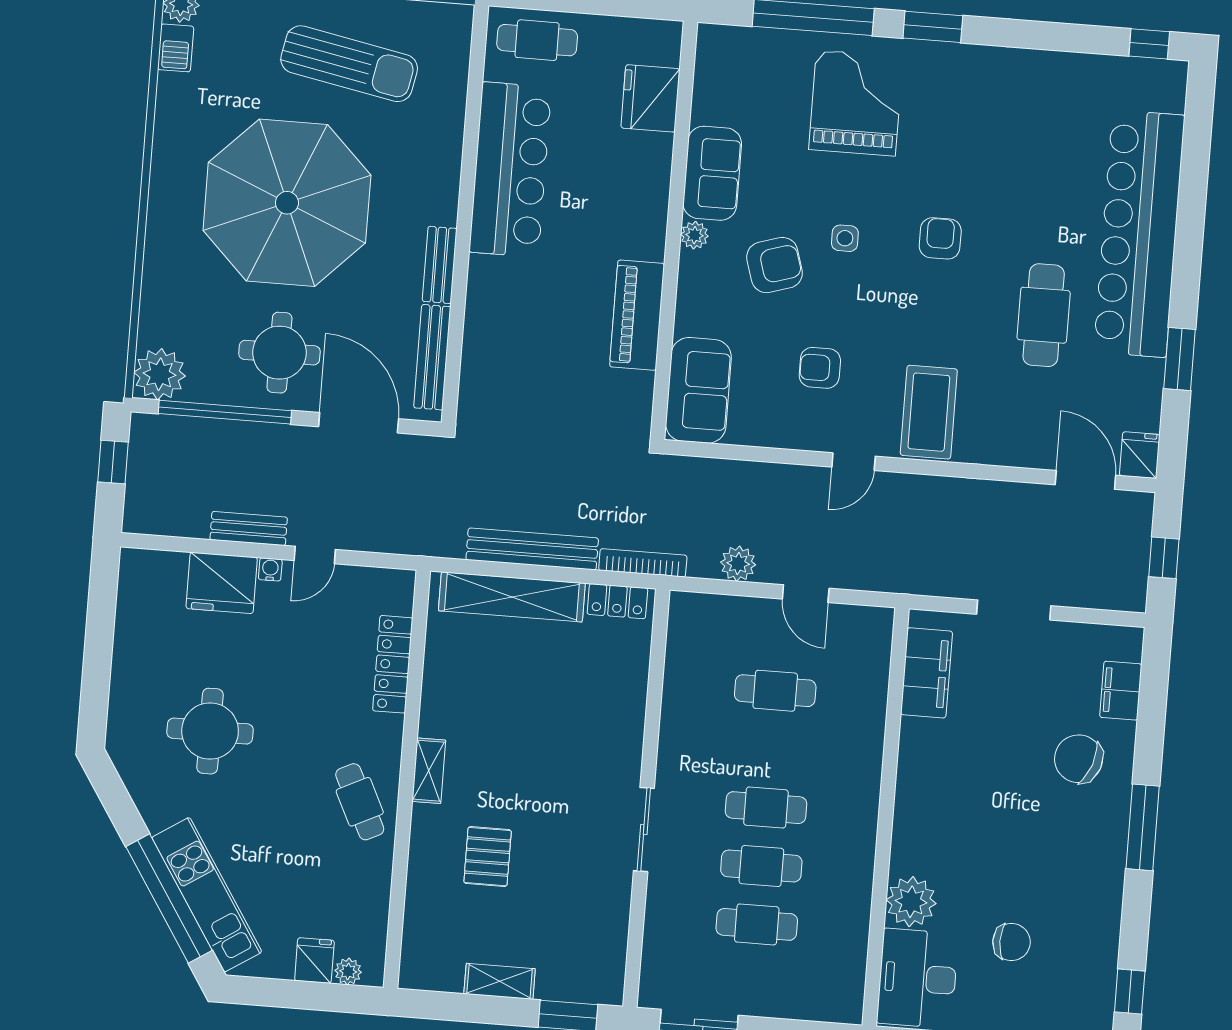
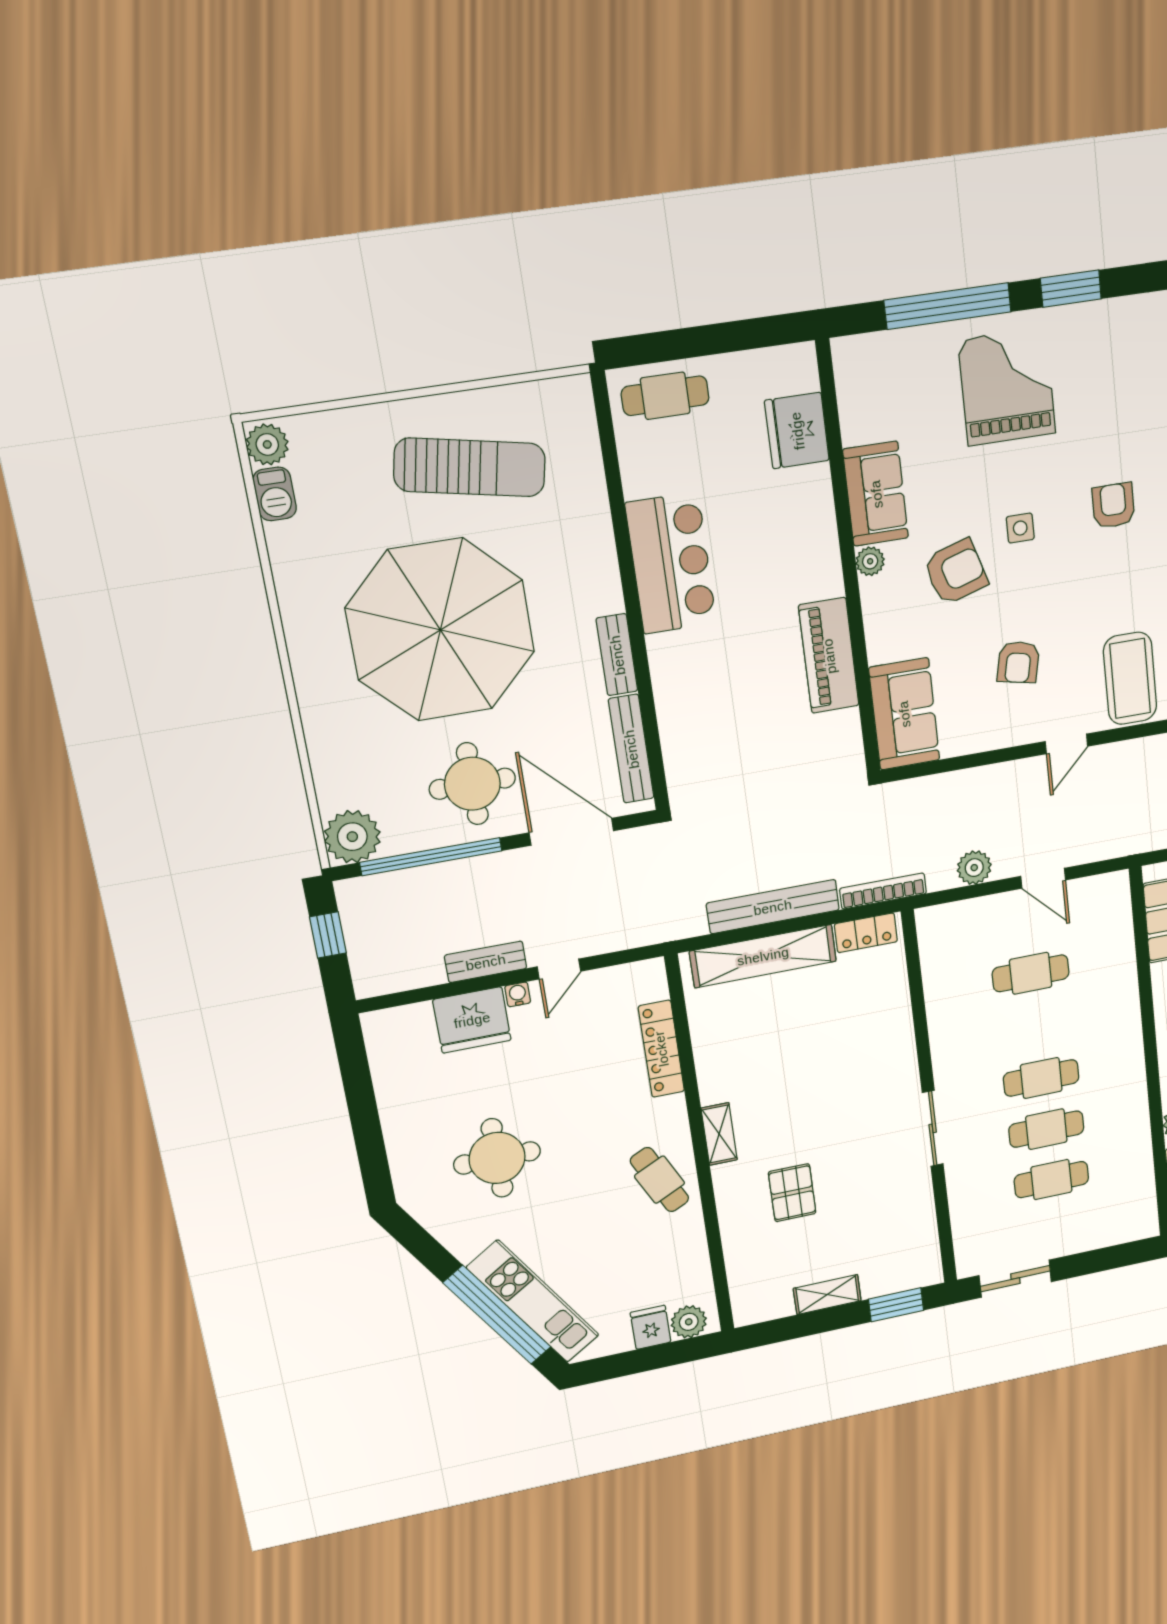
bar counter: (510, 170) -> (671, 563), width x0.73
armchair: (820, 368) -> (1018, 662), turned -78
plant: (348, 971) -> (689, 1322), width x1.38, depth x1.38

